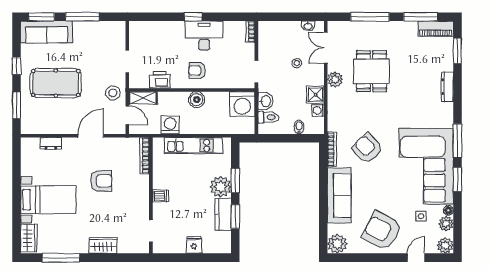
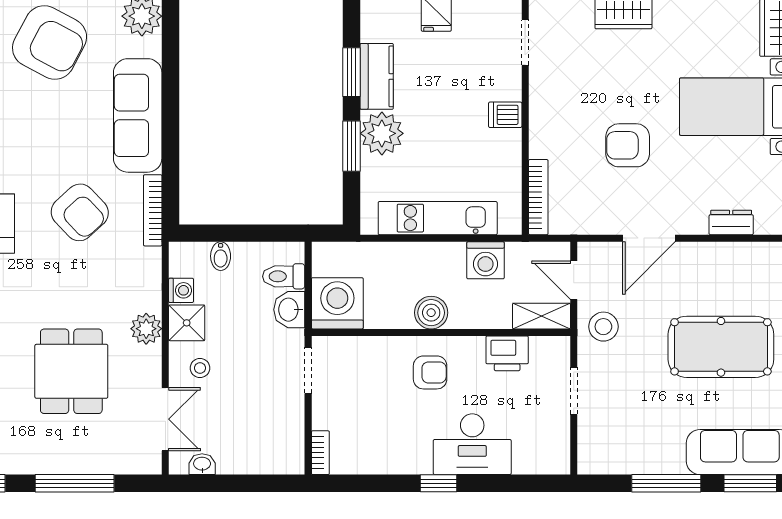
desk: (204, 36) -> (472, 444), moved
stool: (297, 63) -> (200, 368), moved
plant: (335, 79) -> (146, 329), moved

